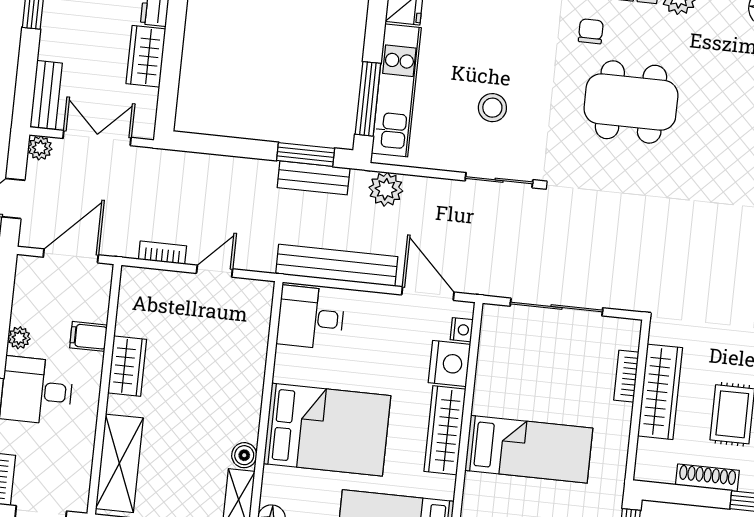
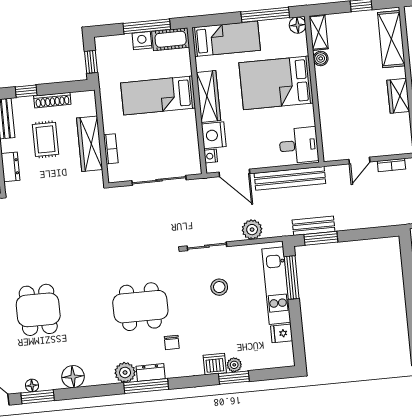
plant: (386, 189) -> (252, 230), moved

